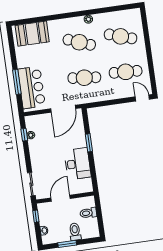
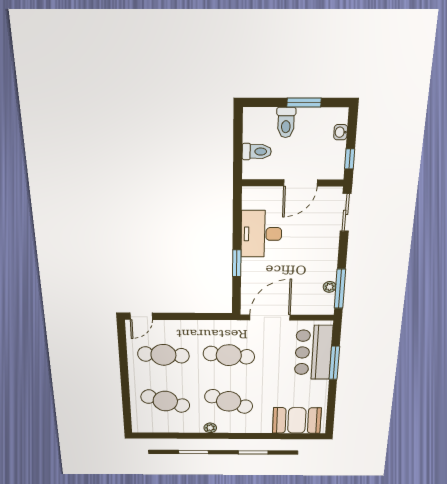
door: (142, 98) -> (141, 316), hinge flipped
window: (24, 135) -> (340, 289), width x2.17

